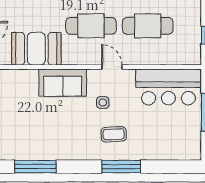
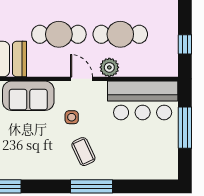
plant: (138, 57) -> (109, 67), added
coffee table: (114, 134) -> (83, 152), turned 68

